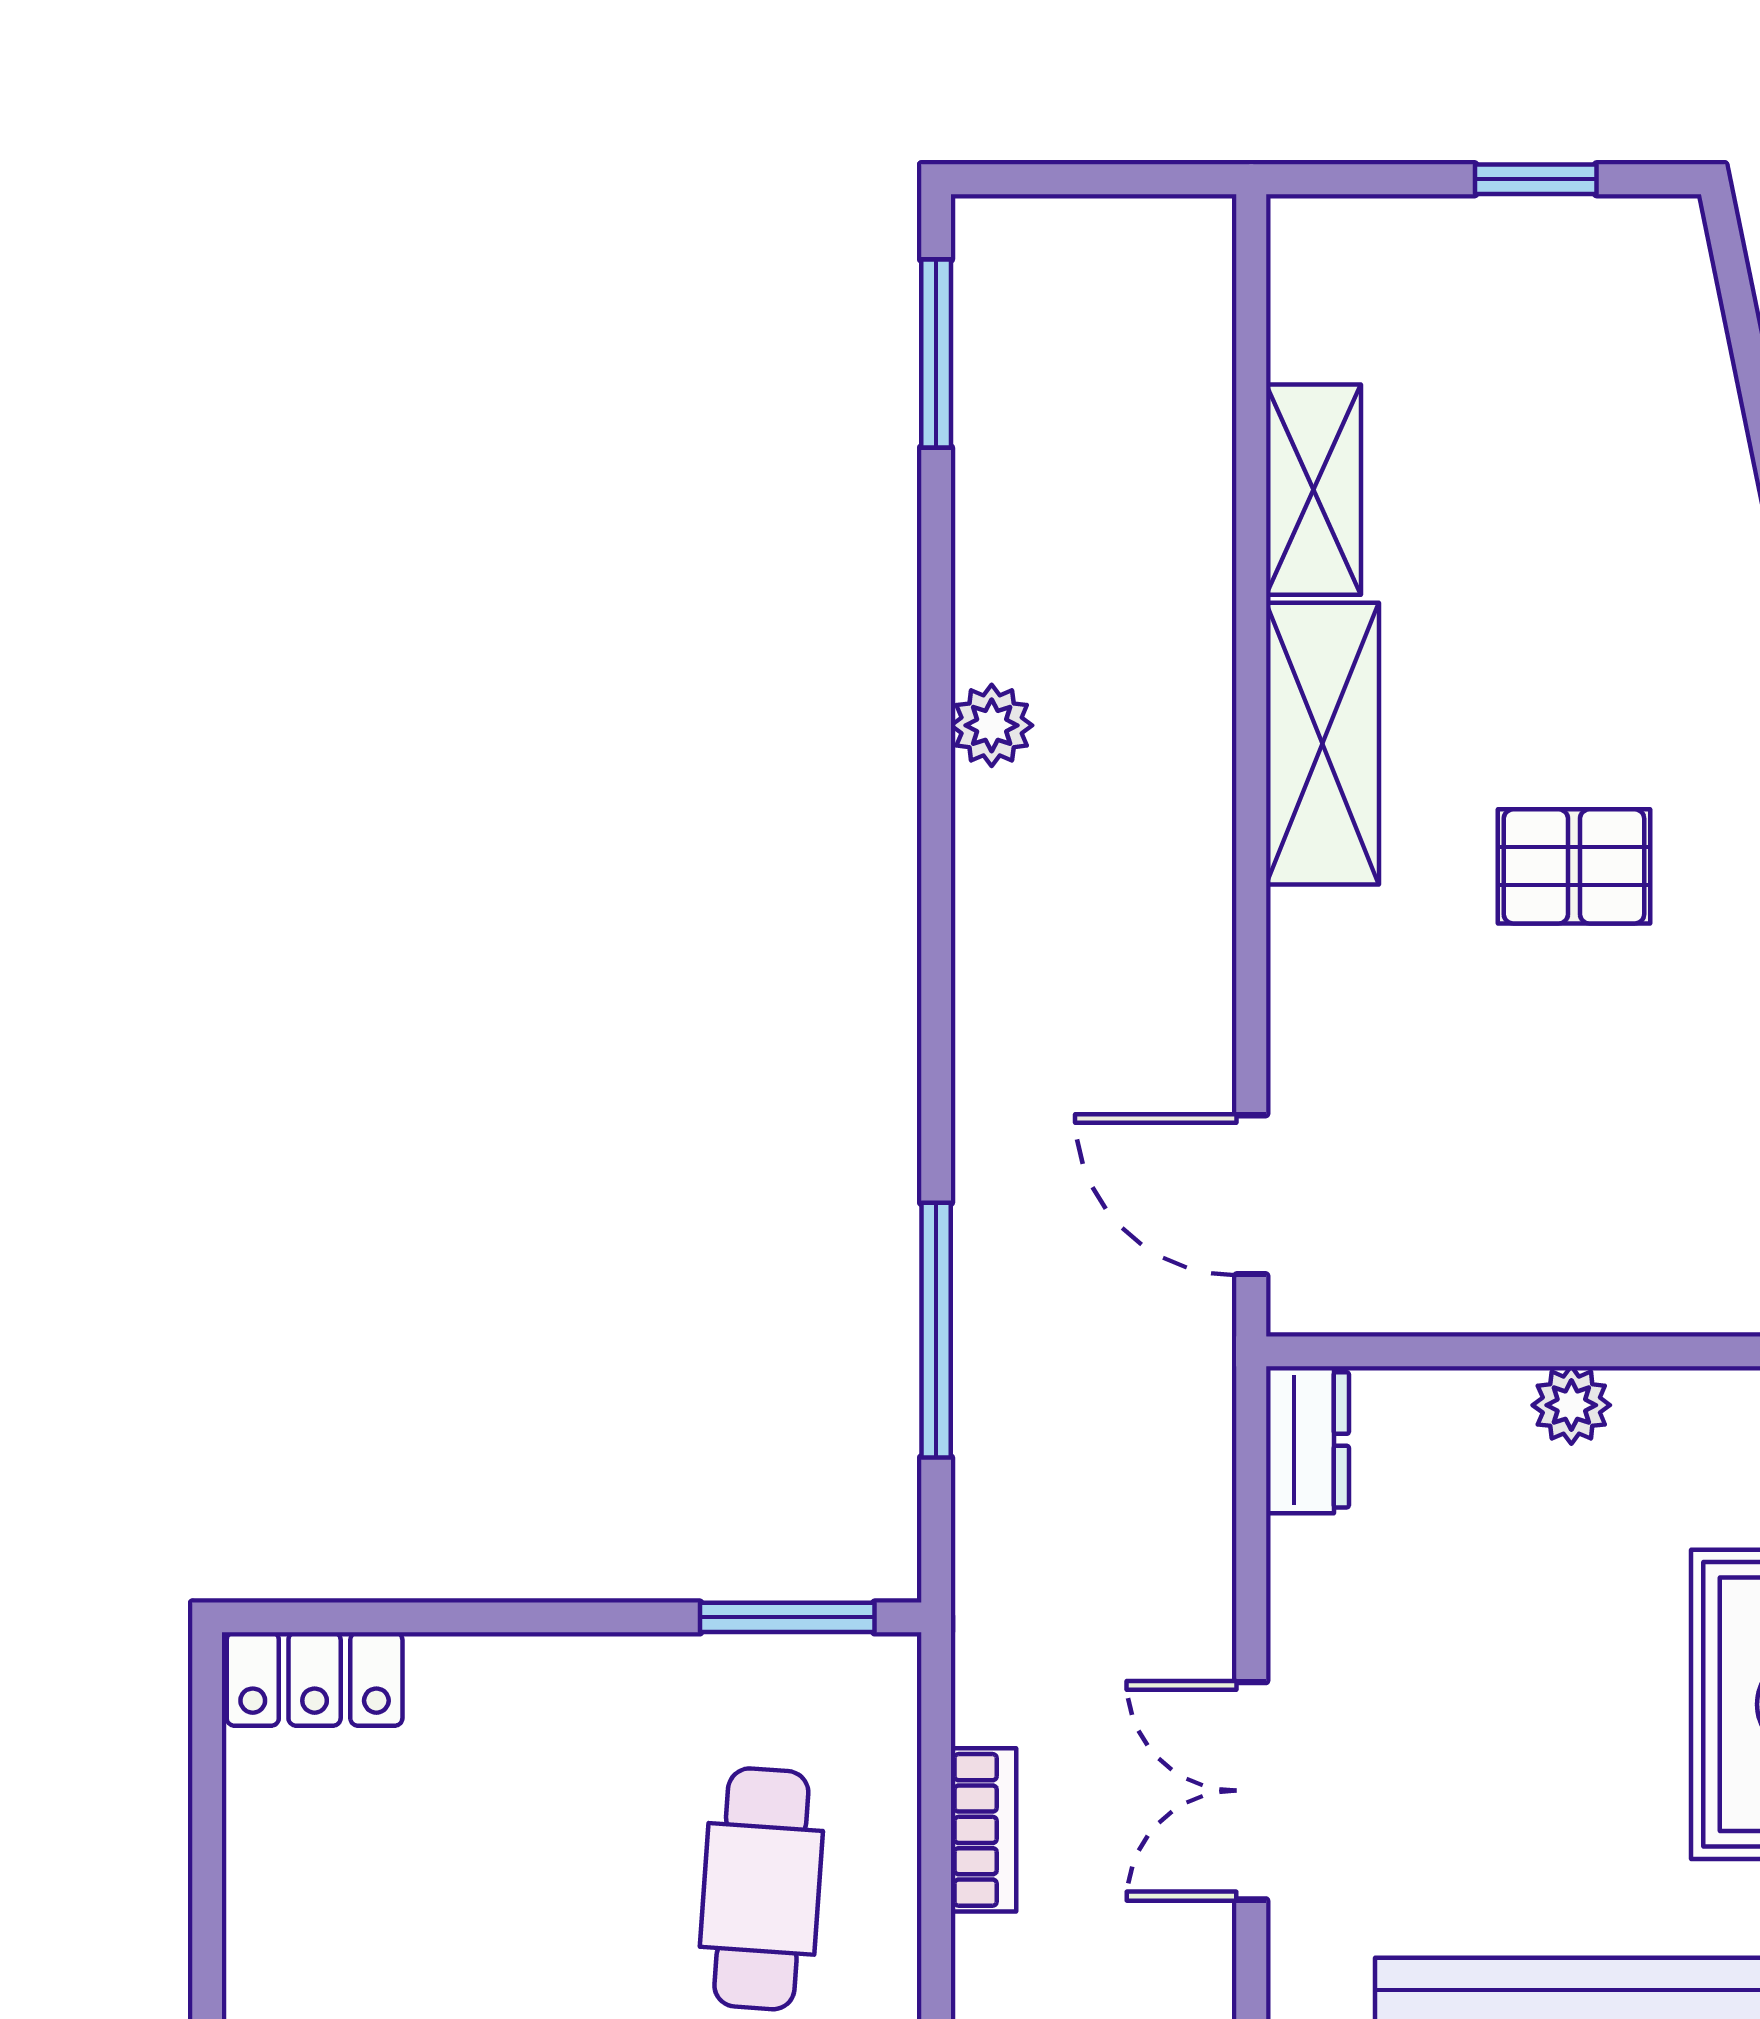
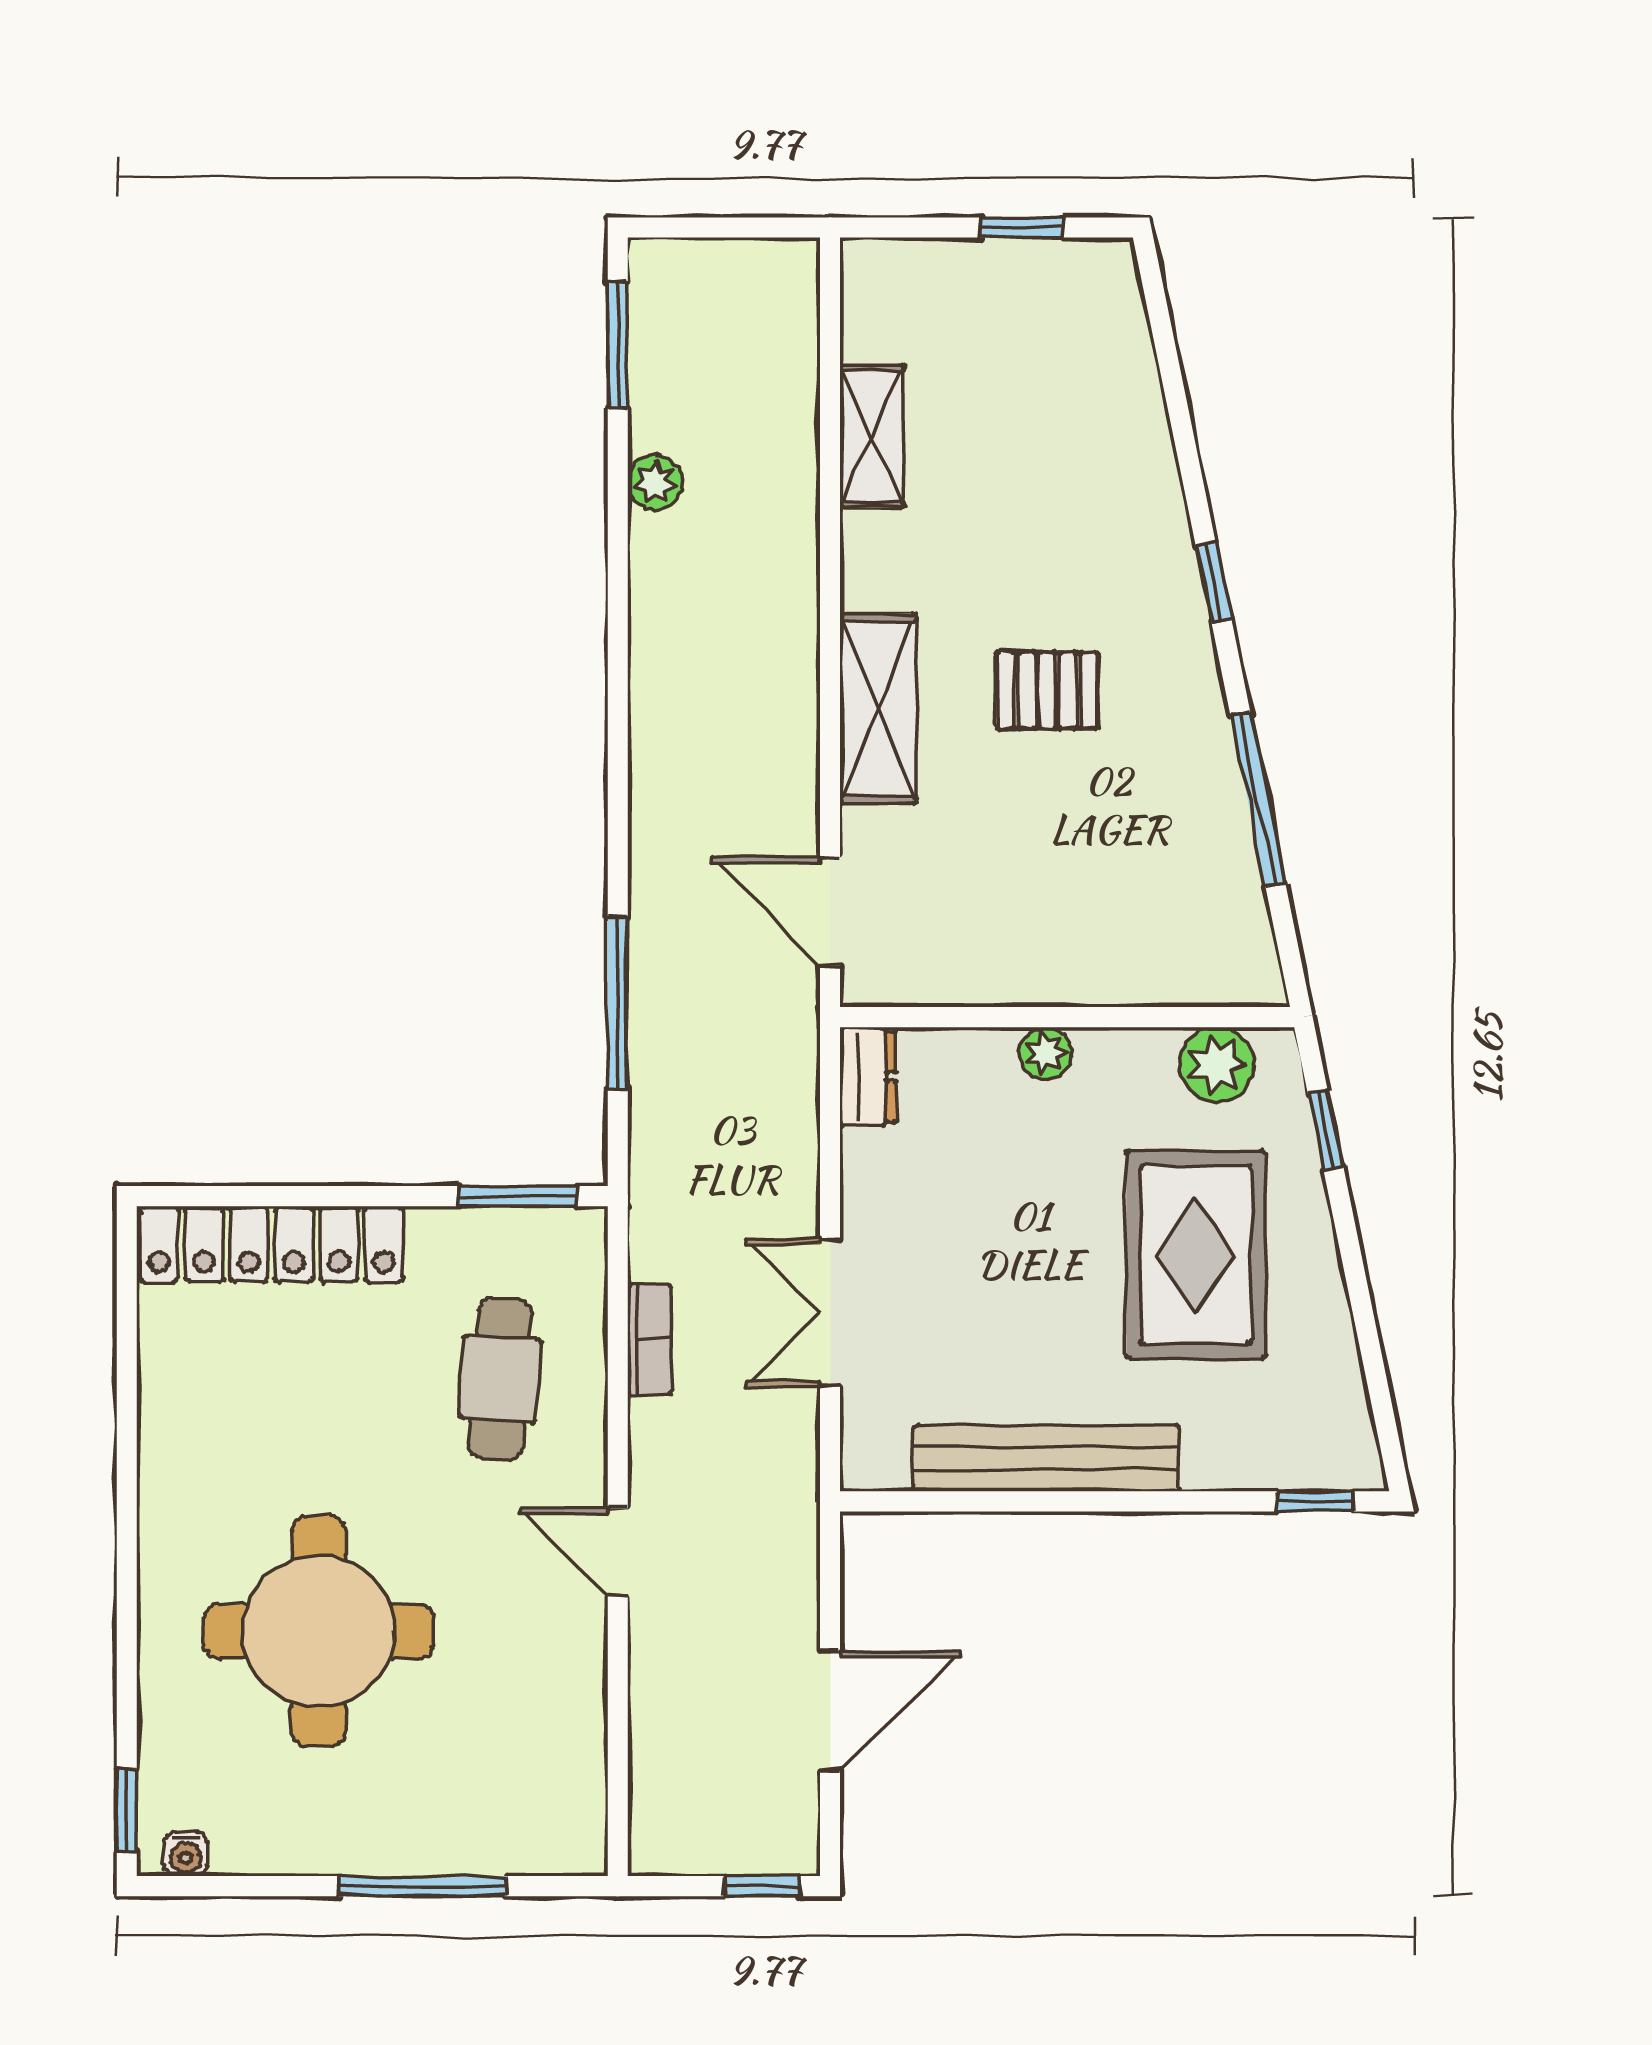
plant: (992, 725) -> (655, 482), moved
shelving: (1322, 744) -> (878, 709), moved
locker: (315, 1679) -> (271, 1244), width x2.16, depth x1.21

